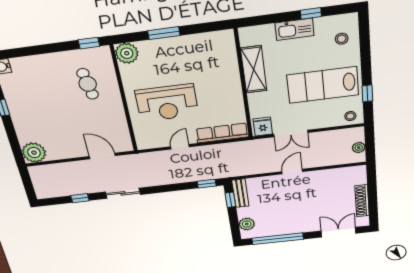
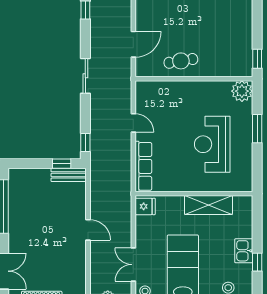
kitchen sink: (294, 29) -> (244, 251), width x0.73
cafe table: (88, 84) -> (181, 61), moved
reception desk: (167, 103) -> (212, 144), moved
double door: (291, 133) -> (133, 265), moved
sliding door: (123, 193) -> (85, 76), moved
plant: (247, 224) -> (28, 177), removed

